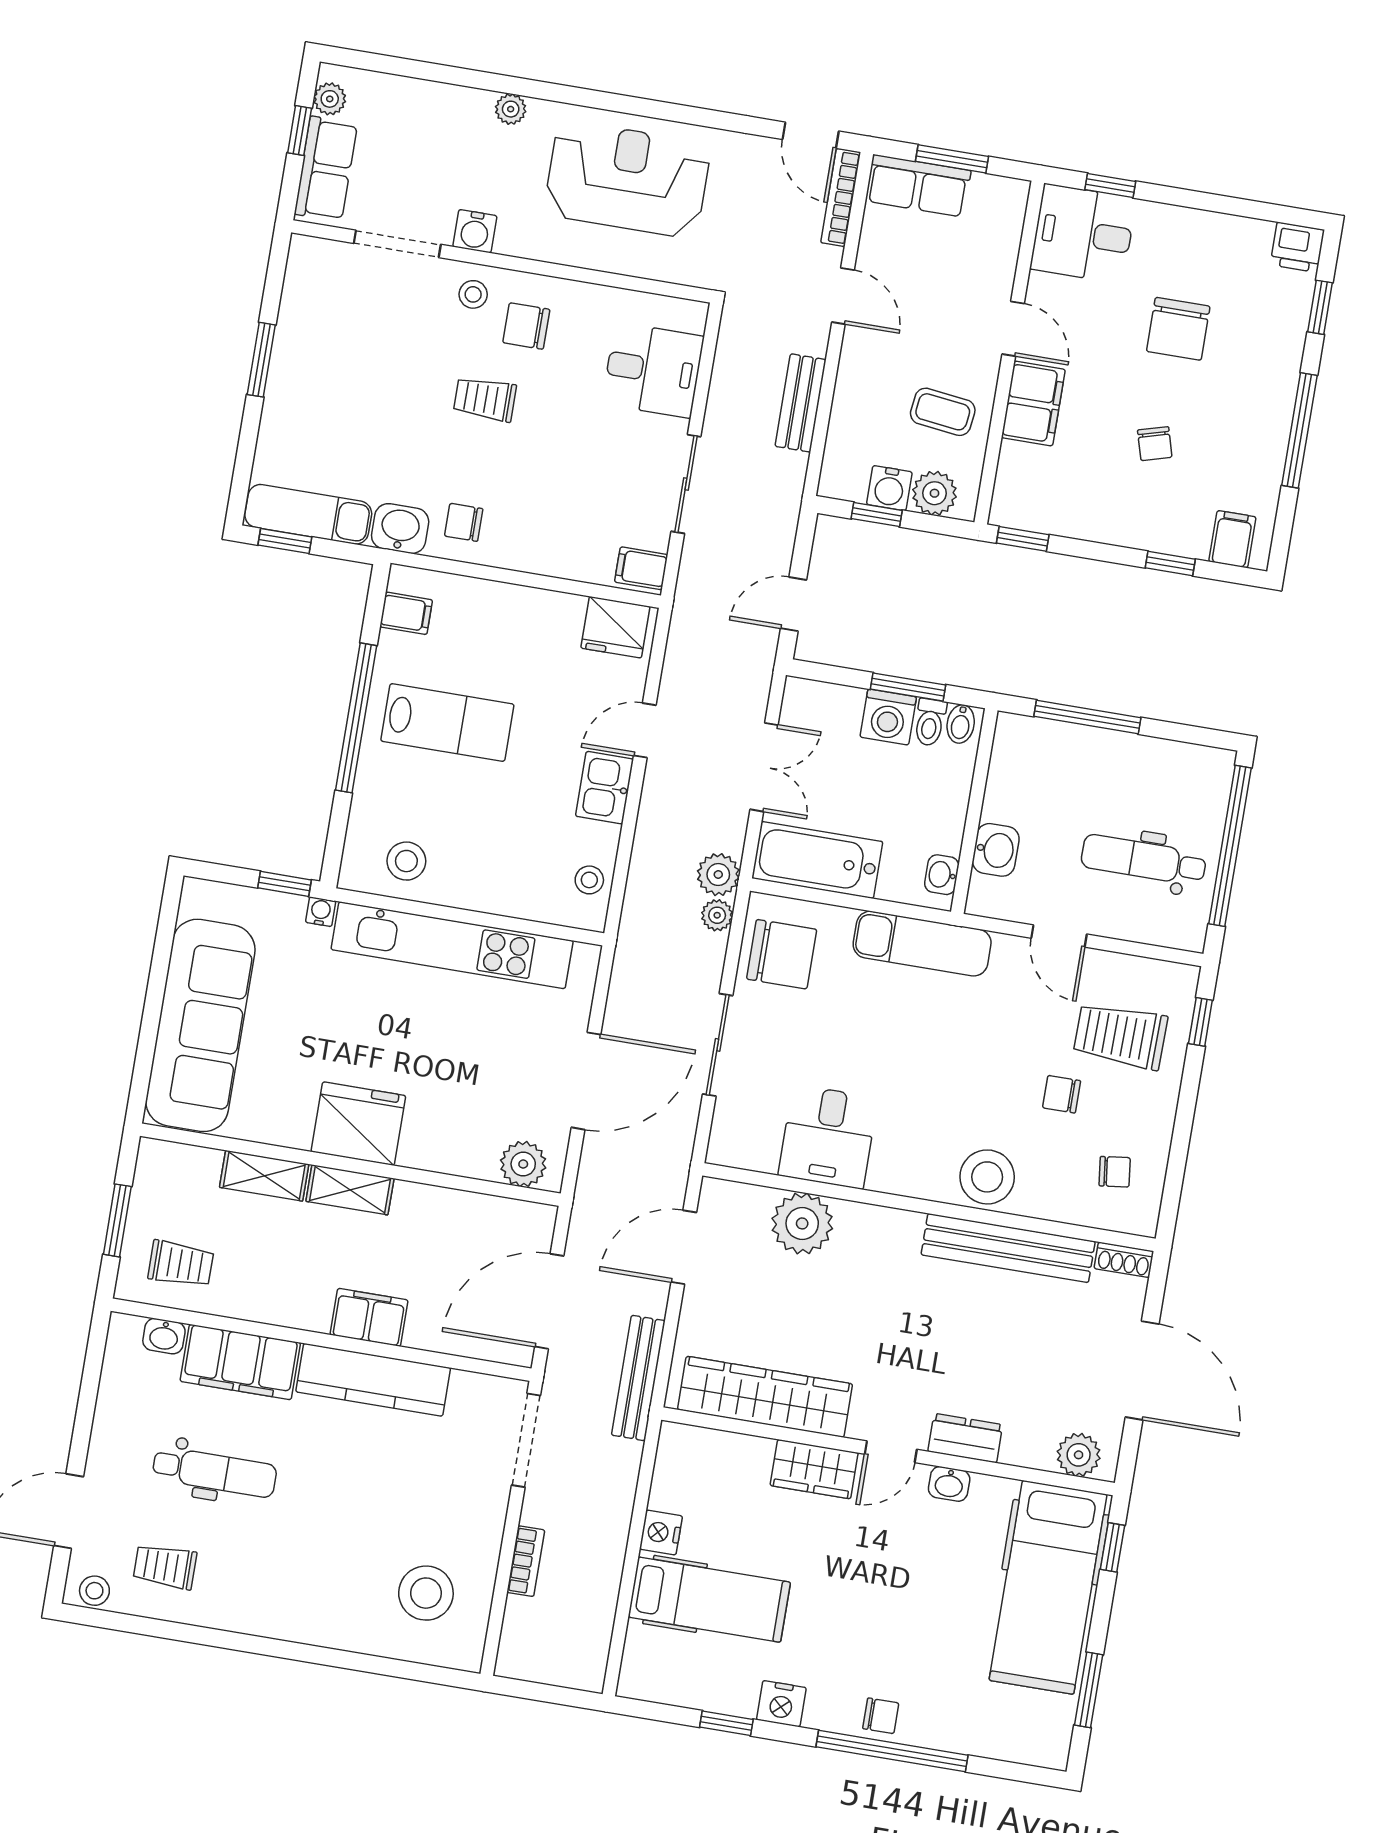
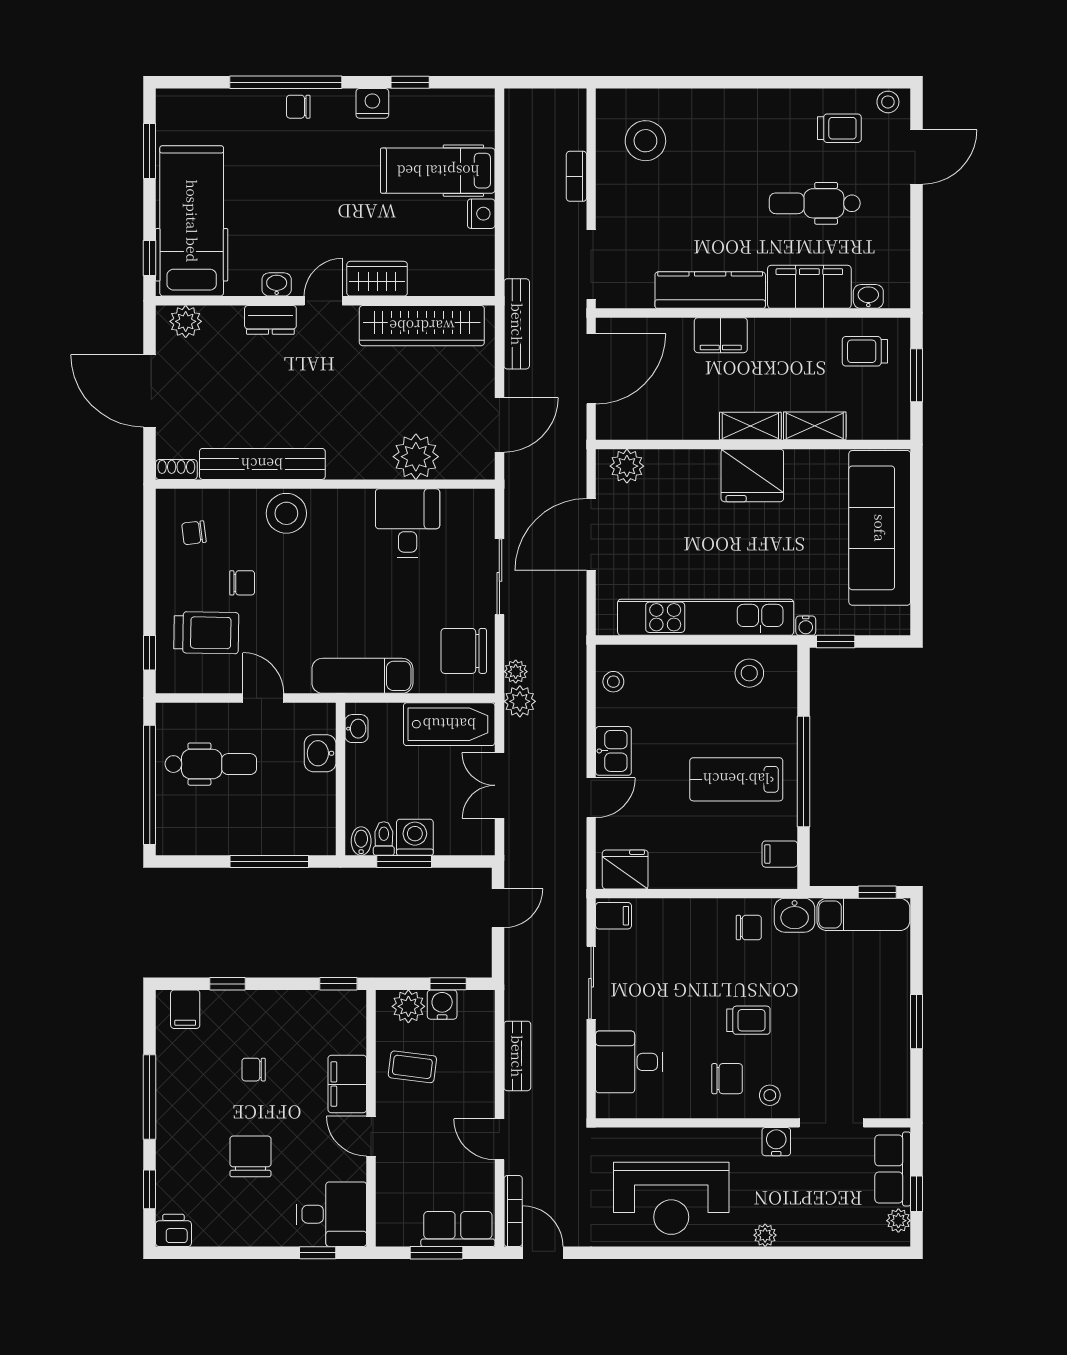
chair: (1155, 444) -> (254, 1070), turned -74

